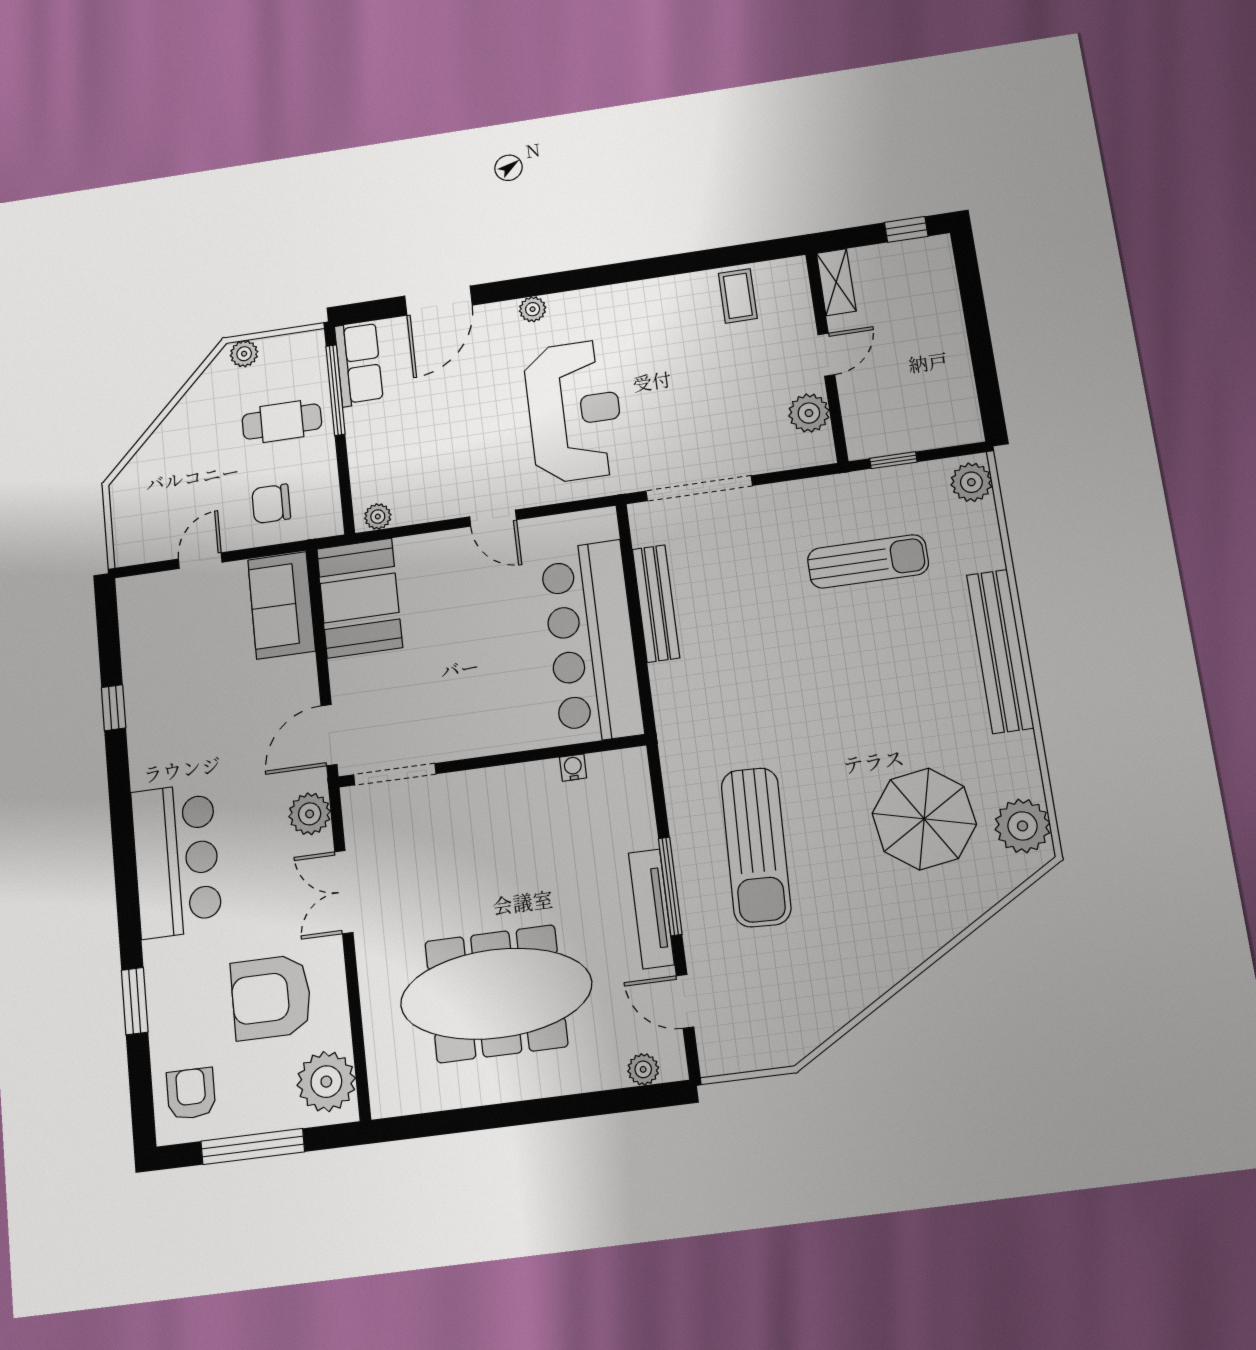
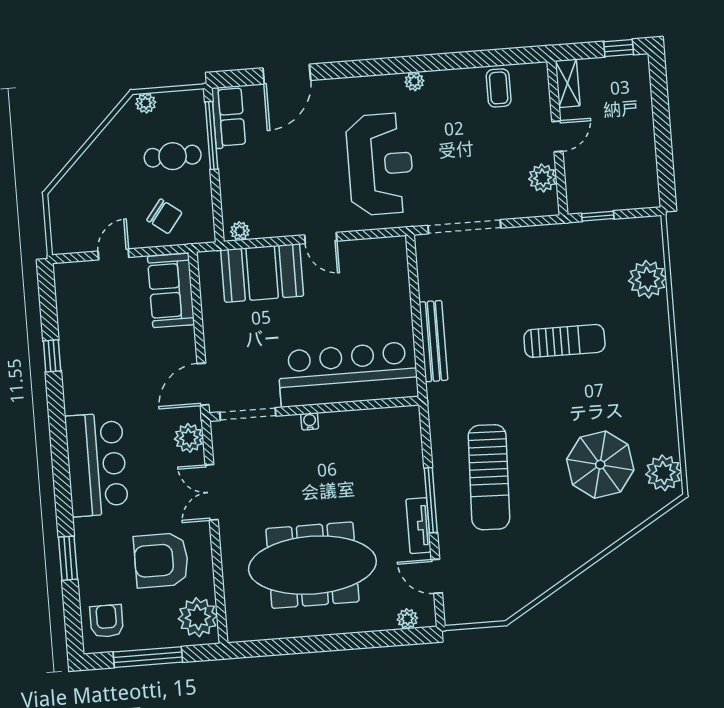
plant: (533, 309) -> (414, 81), moved
plant: (971, 482) -> (647, 279), moved, width x1.36, depth x1.36
chair: (271, 504) -> (164, 216), turned -143
sun lounger: (868, 561) -> (564, 341), moved
booth: (360, 598) -> (262, 273), moved, turned 90
bench: (656, 603) -> (433, 341), moved
bar counter: (591, 642) -> (348, 374), moved, turned 90
bench: (1000, 651) -> (659, 355), removed
water cooler: (573, 768) -> (310, 421), moved
tv unit: (651, 909) -> (418, 526), width x0.71

